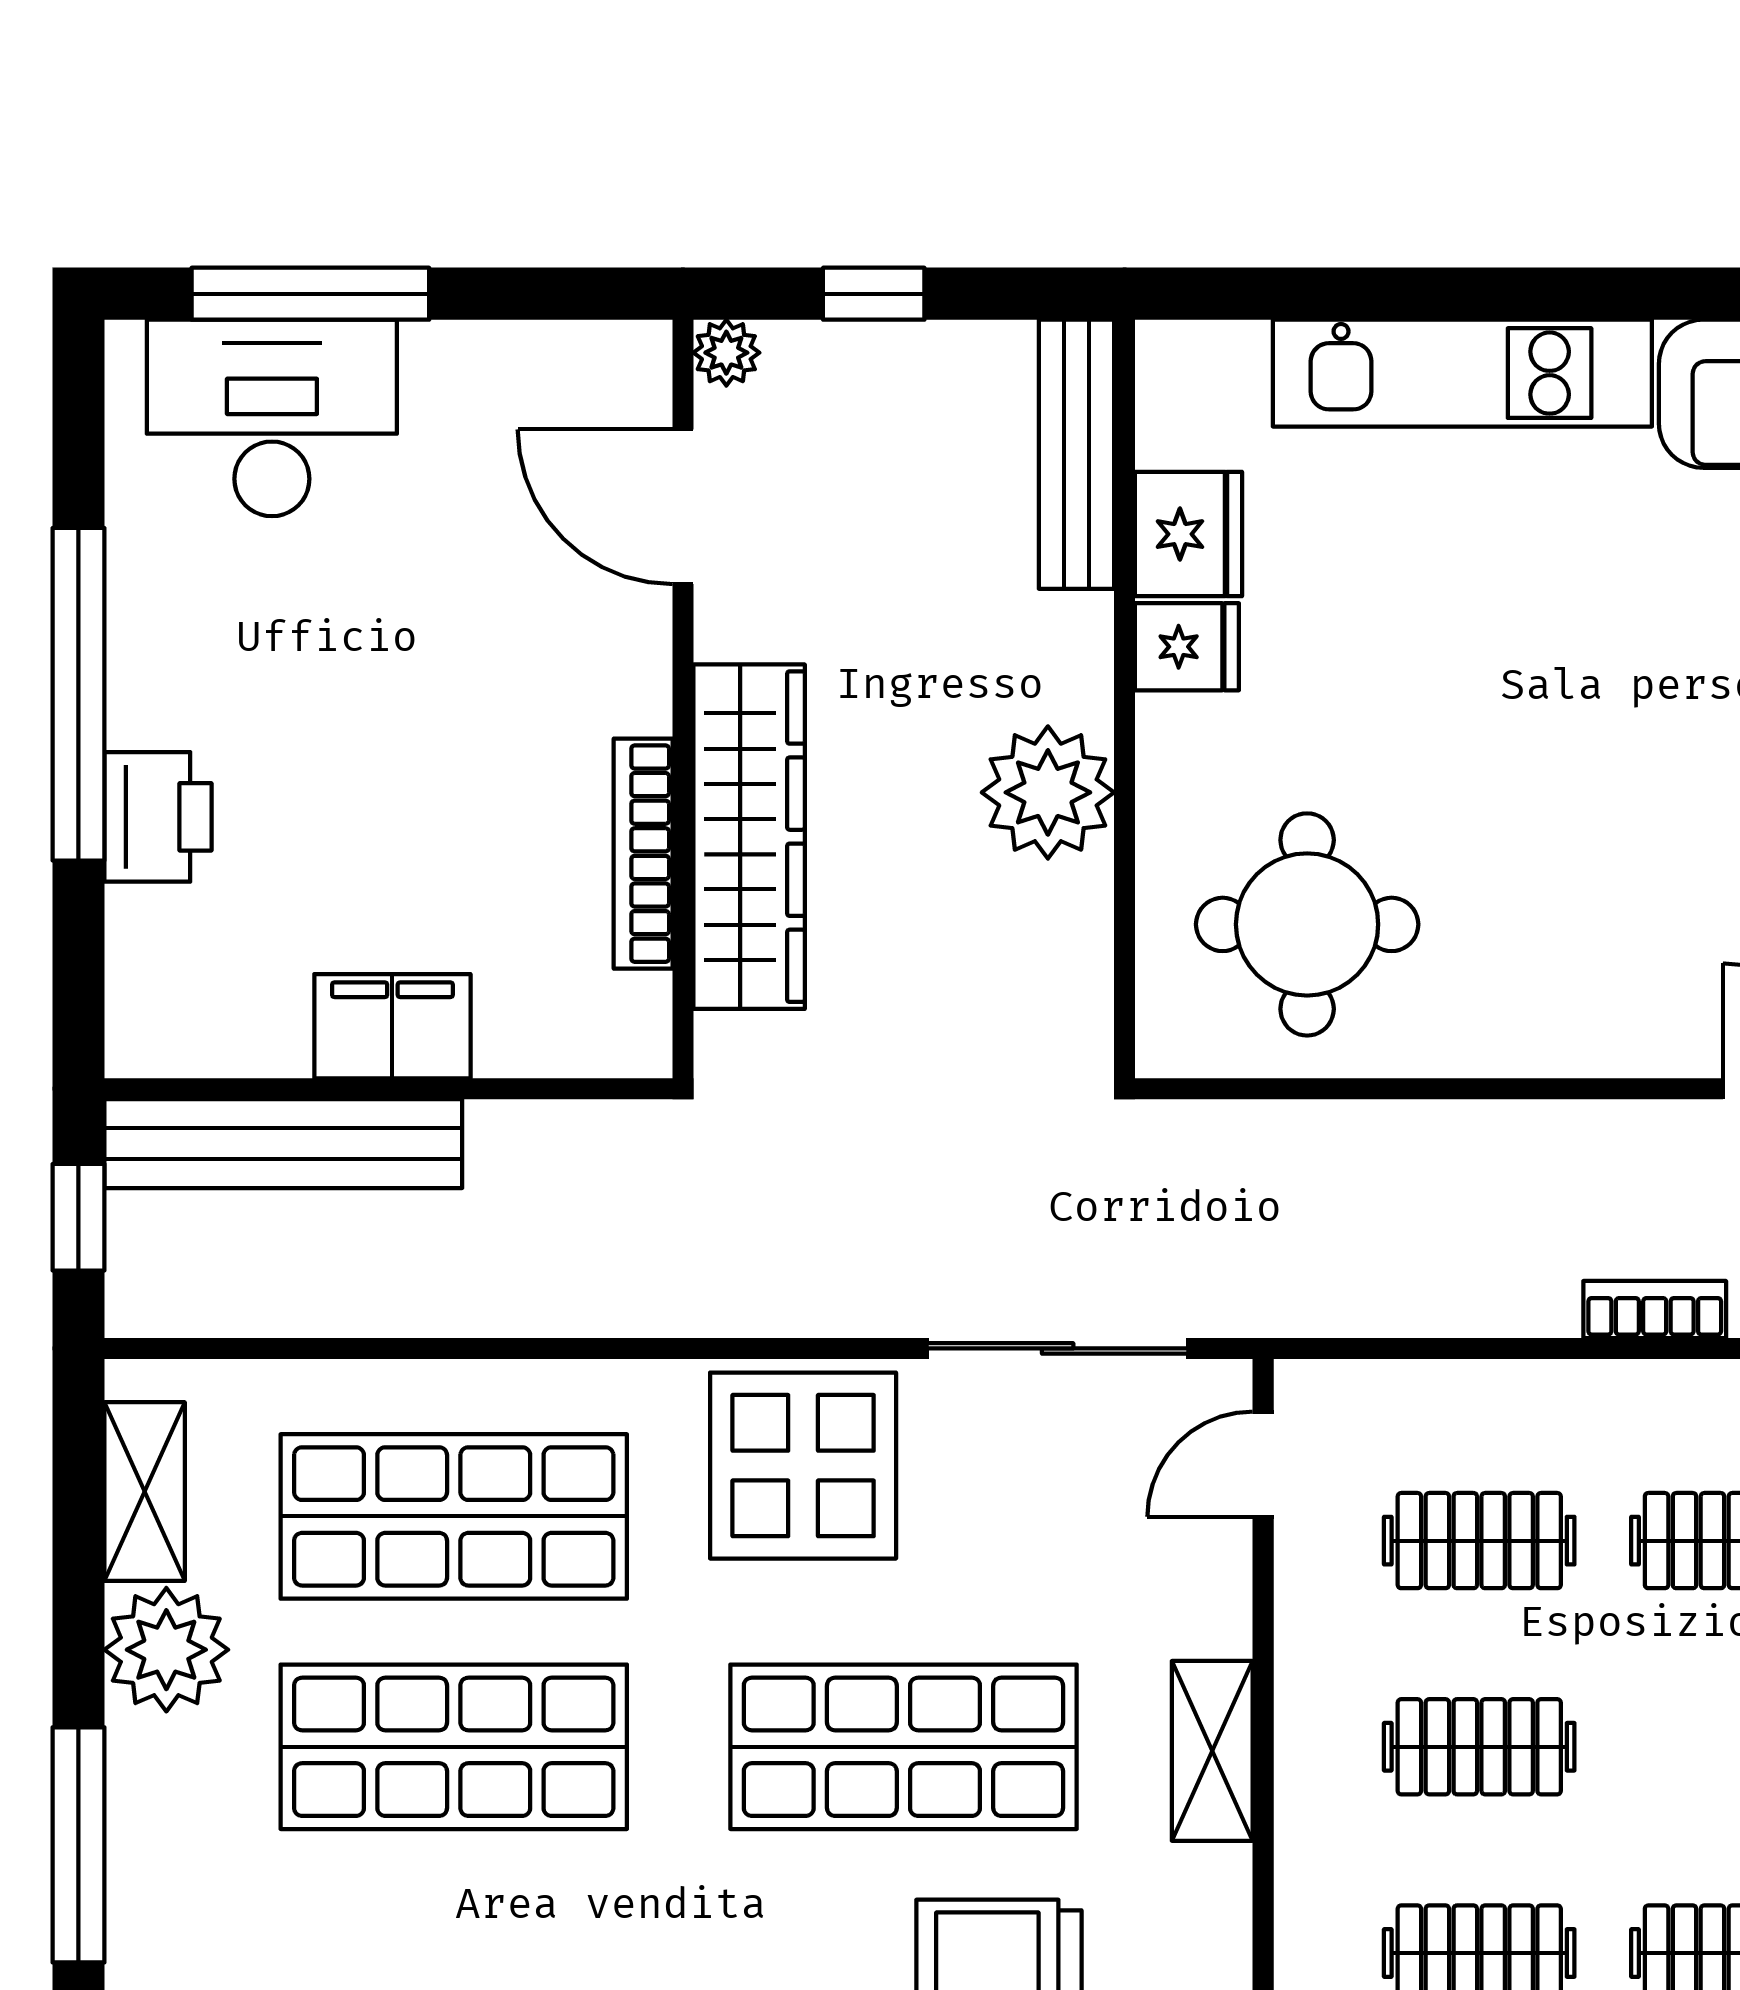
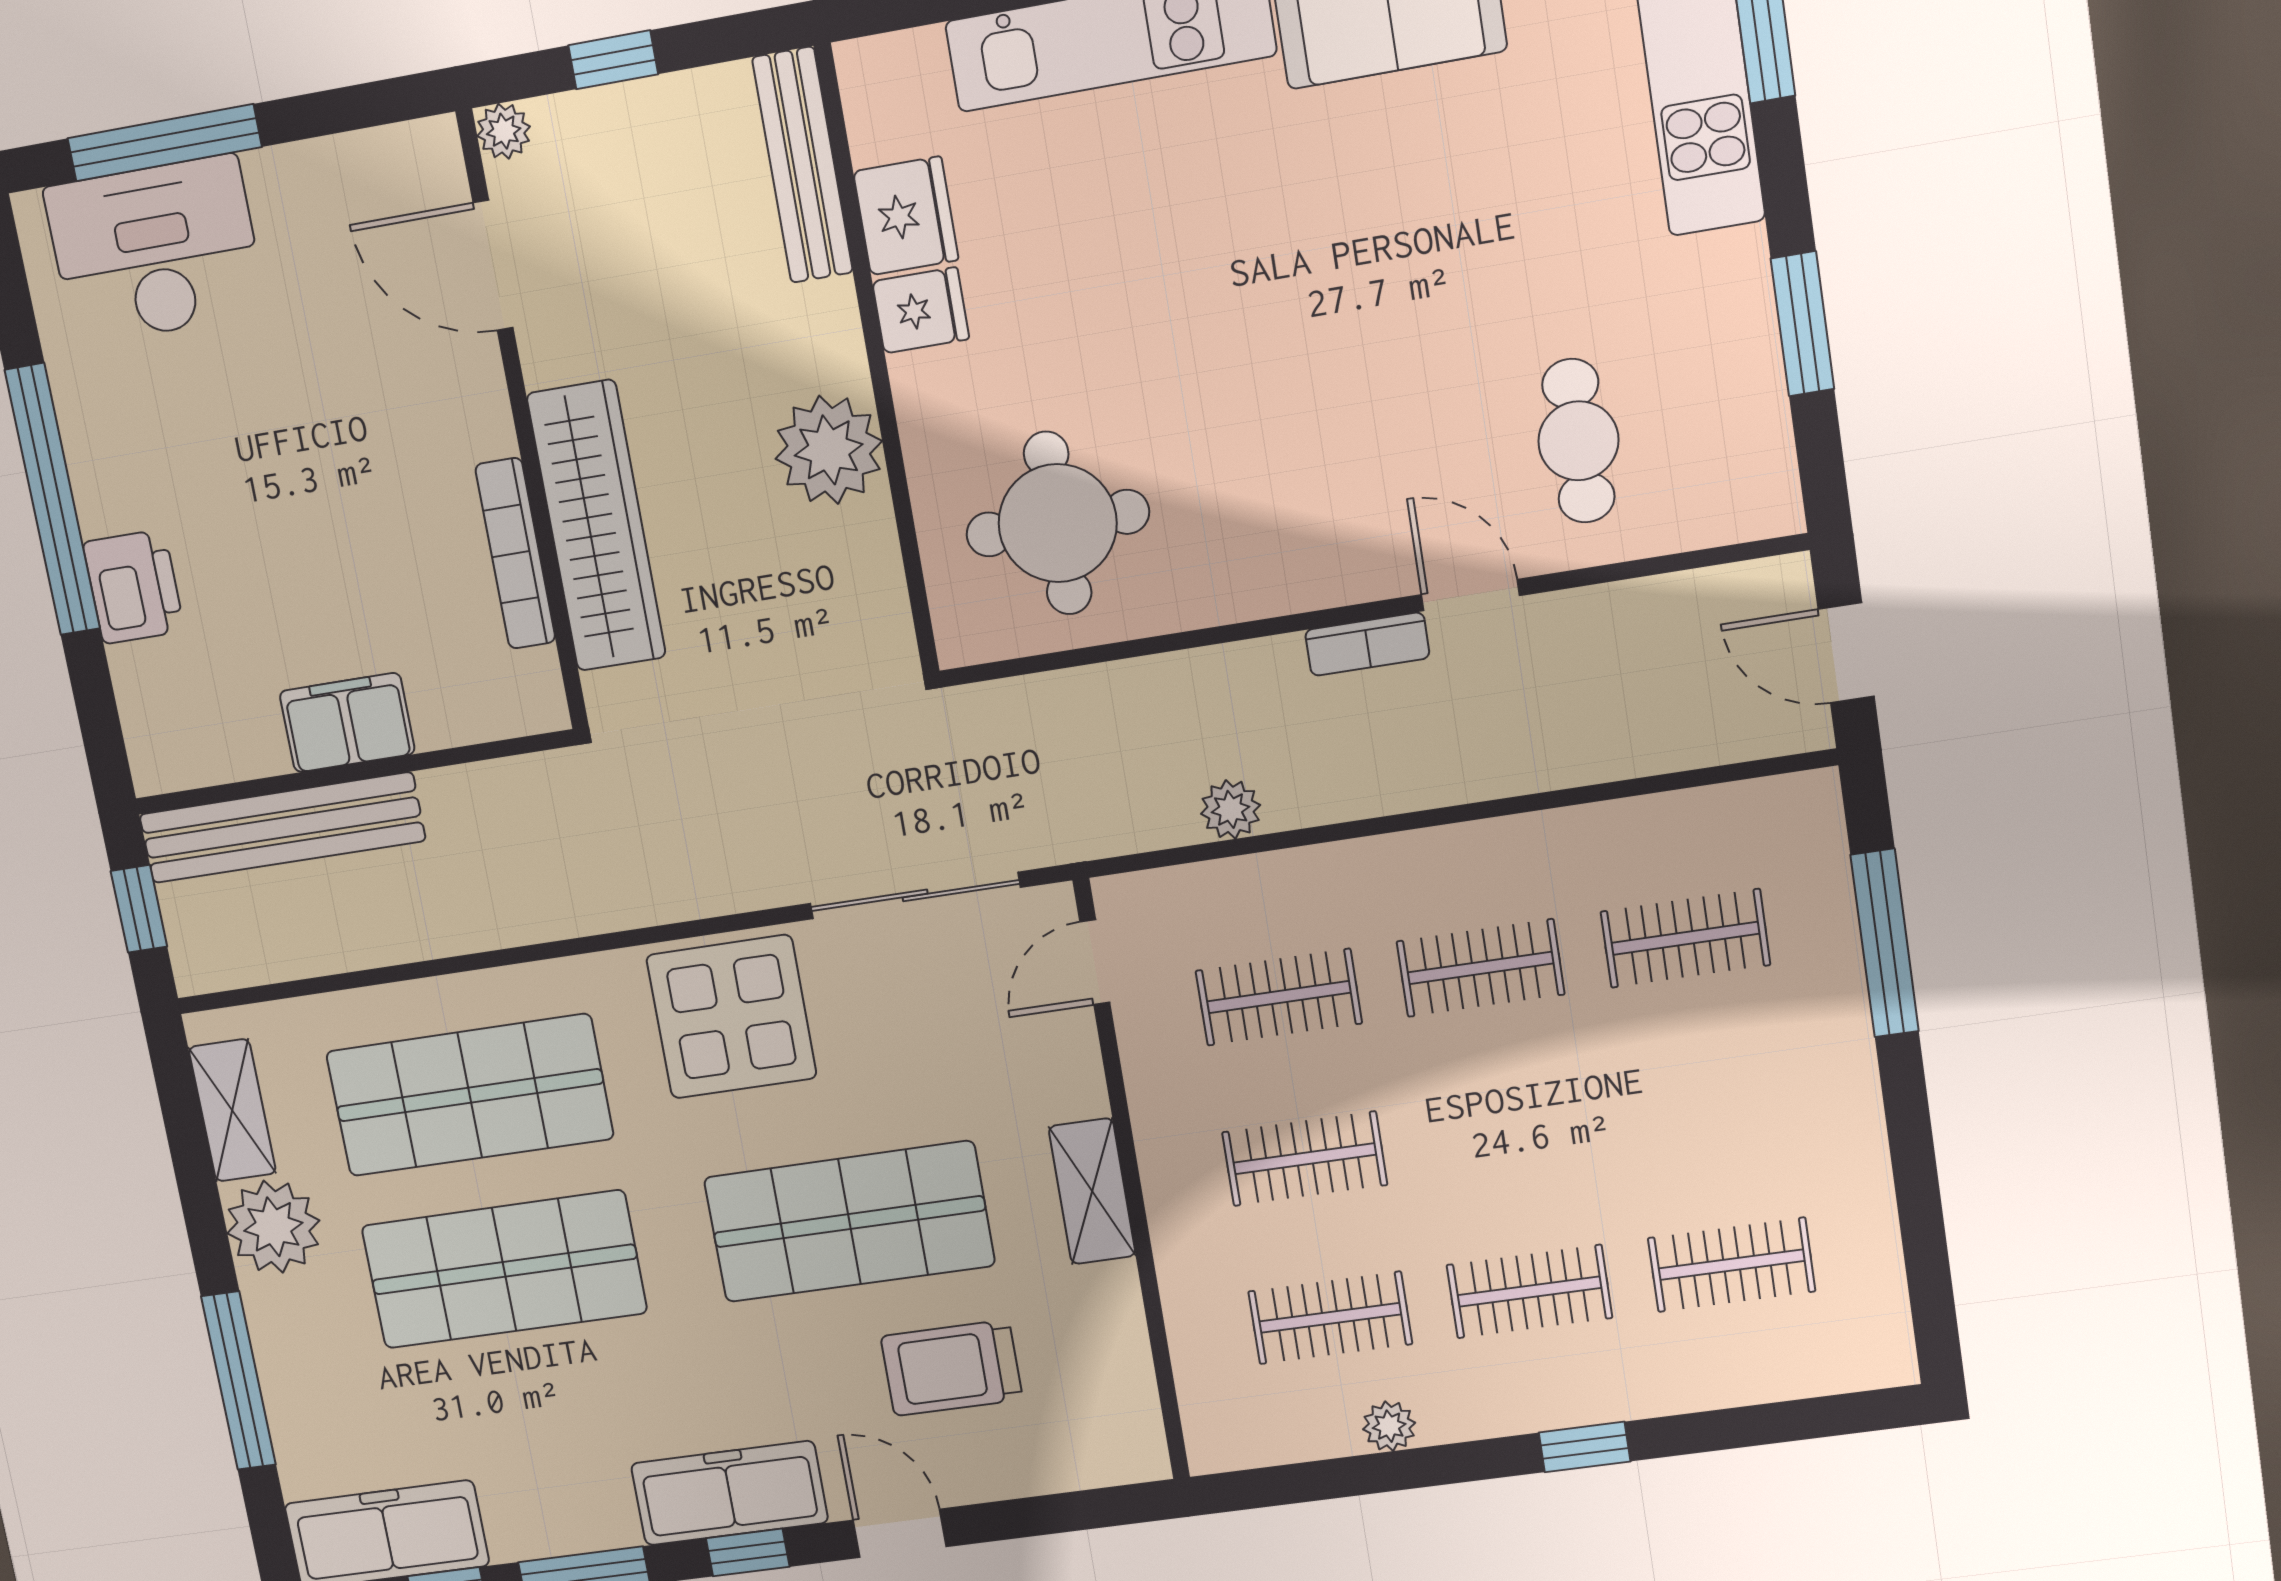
plant: (1458, 1301) -> (1231, 809), added
bookcase: (1655, 1309) -> (1367, 644), moved, turned 180

